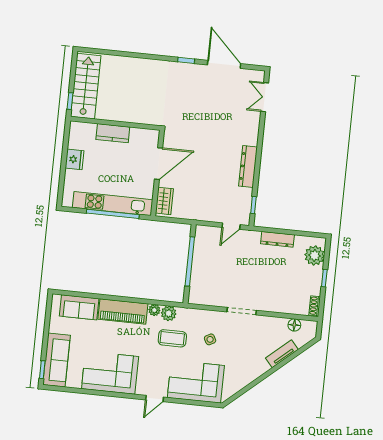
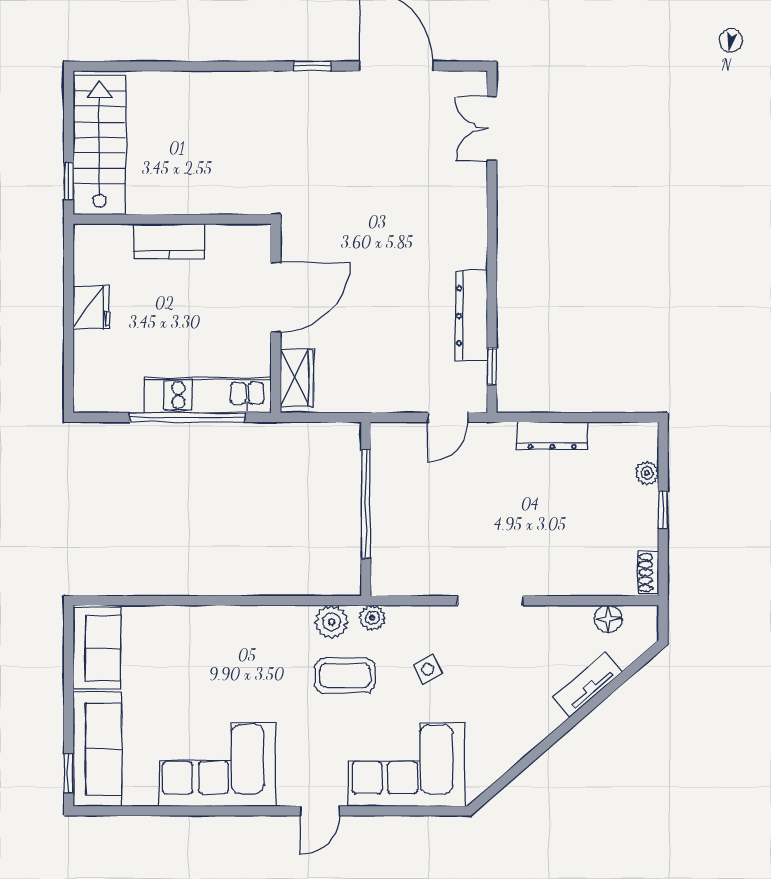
dresser: (248, 167) -> (471, 316), moved
kitchen unit: (113, 204) -> (208, 395), width x0.73
plant: (315, 255) -> (647, 473), width x0.53, depth x0.53
sofa: (79, 307) -> (97, 648), moved, turned -90
plant: (154, 310) -> (372, 618), moved
piano: (123, 311) -> (231, 628), removed

